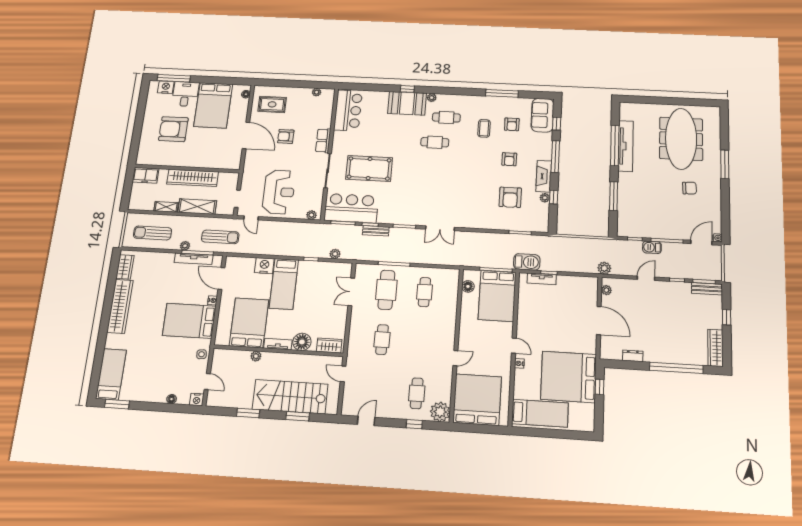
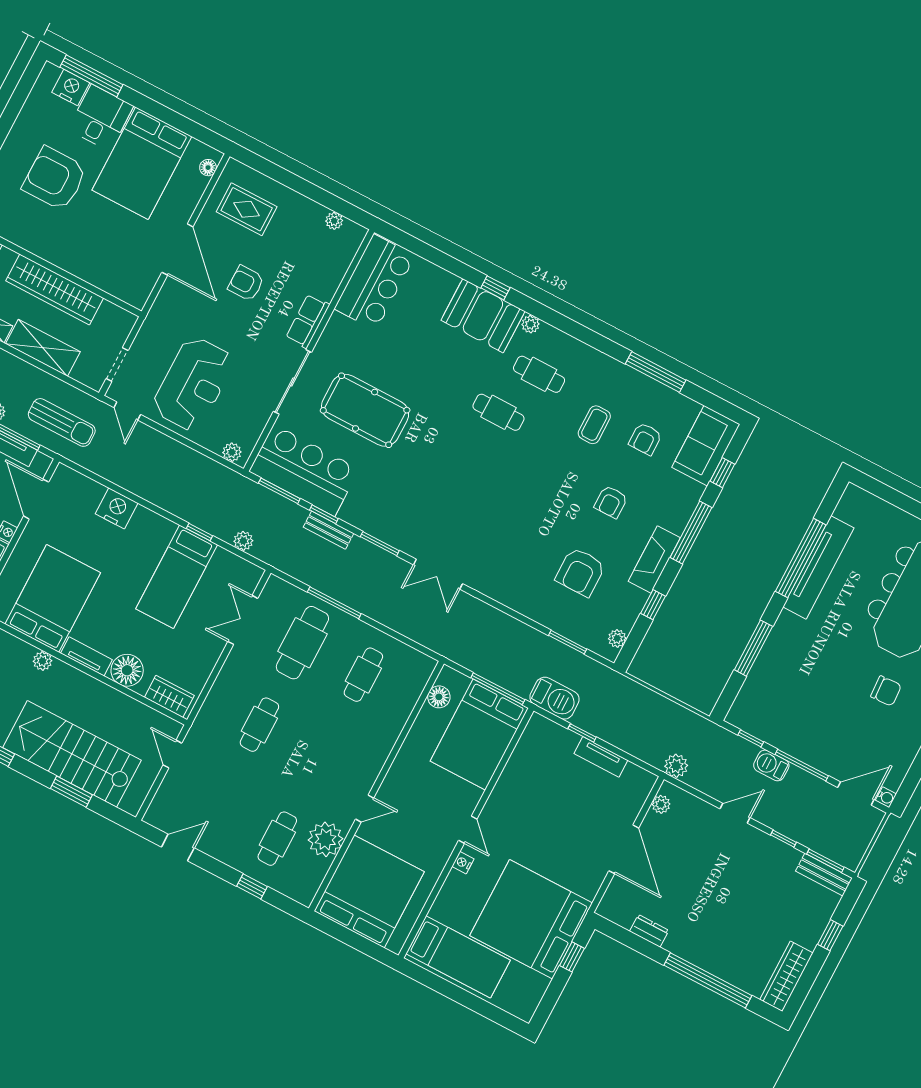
plant: (545, 198) -> (617, 638), moved
tv unit: (542, 279) -> (601, 757), moved
bed: (284, 284) -> (177, 577), moved
plant: (440, 412) -> (325, 839), moved

